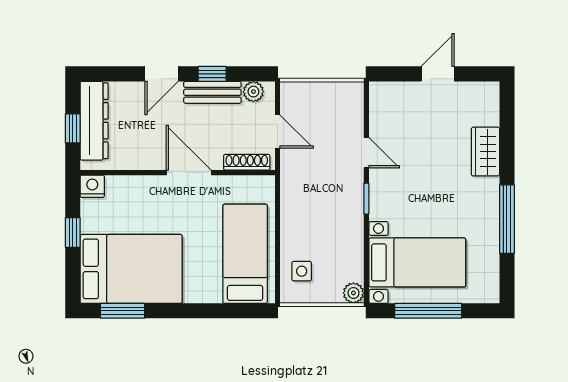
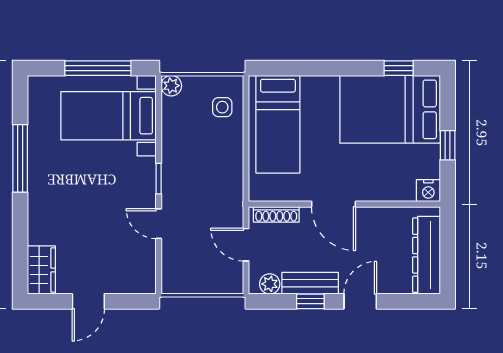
window: (73, 128) -> (448, 248), removed
wardrobe: (485, 152) -> (41, 270), moved
window: (122, 311) -> (399, 68), width x0.67

